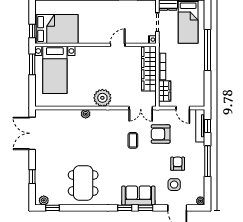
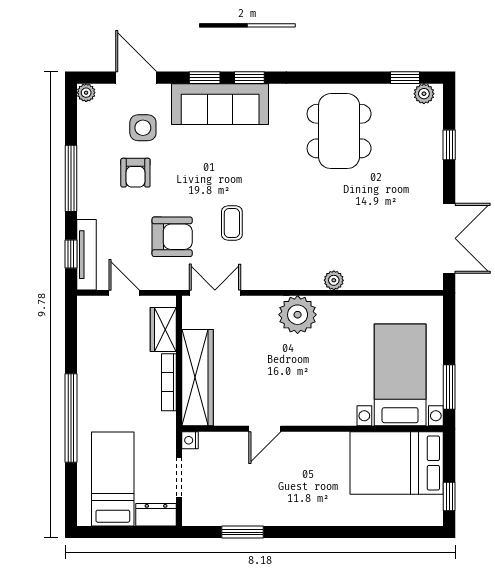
window: (32, 31) -> (449, 496), moved
sofa: (138, 196) -> (220, 104), width x1.36

